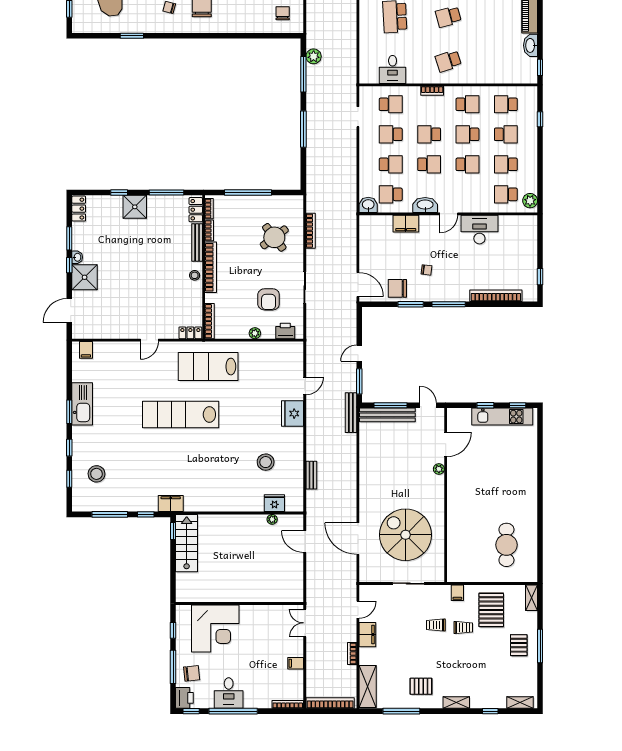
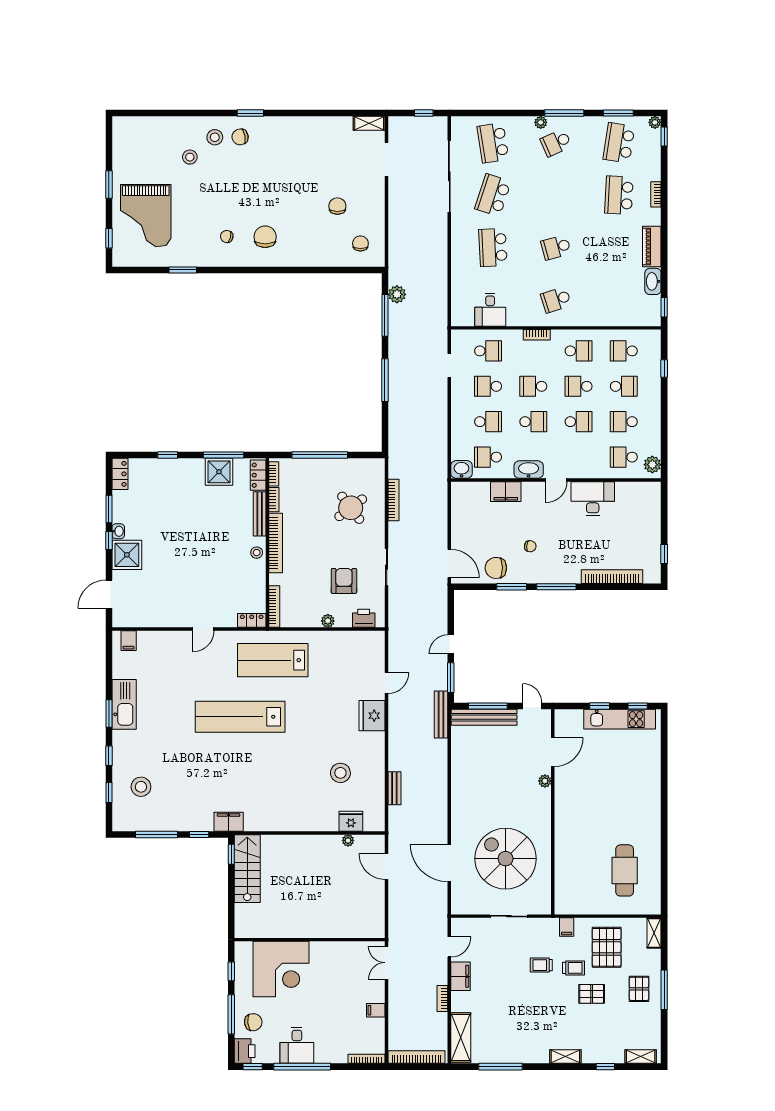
shower: (135, 207) -> (219, 472), moved
armchair: (269, 299) -> (344, 581), turned 180
pallet: (421, 686) -> (592, 994), moved

